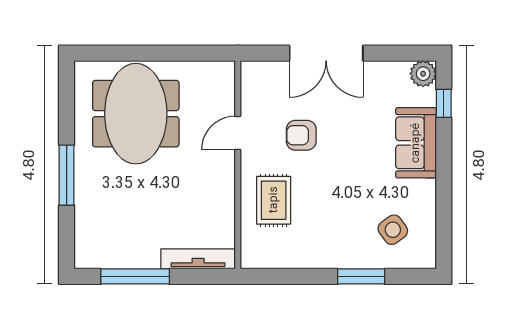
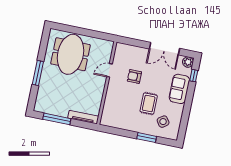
double door: (326, 53) -> (164, 49), moved
rug: (274, 200) -> (149, 104), moved

